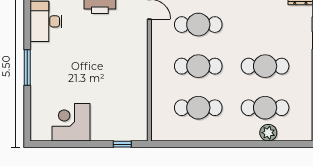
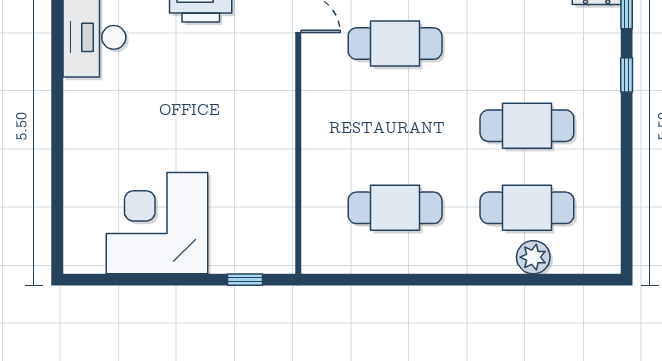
cafe table: (198, 66) -> (395, 126), removed
window: (27, 67) -> (57, 128), removed
corner desk: (71, 122) -> (157, 223), width x1.36, depth x1.36

